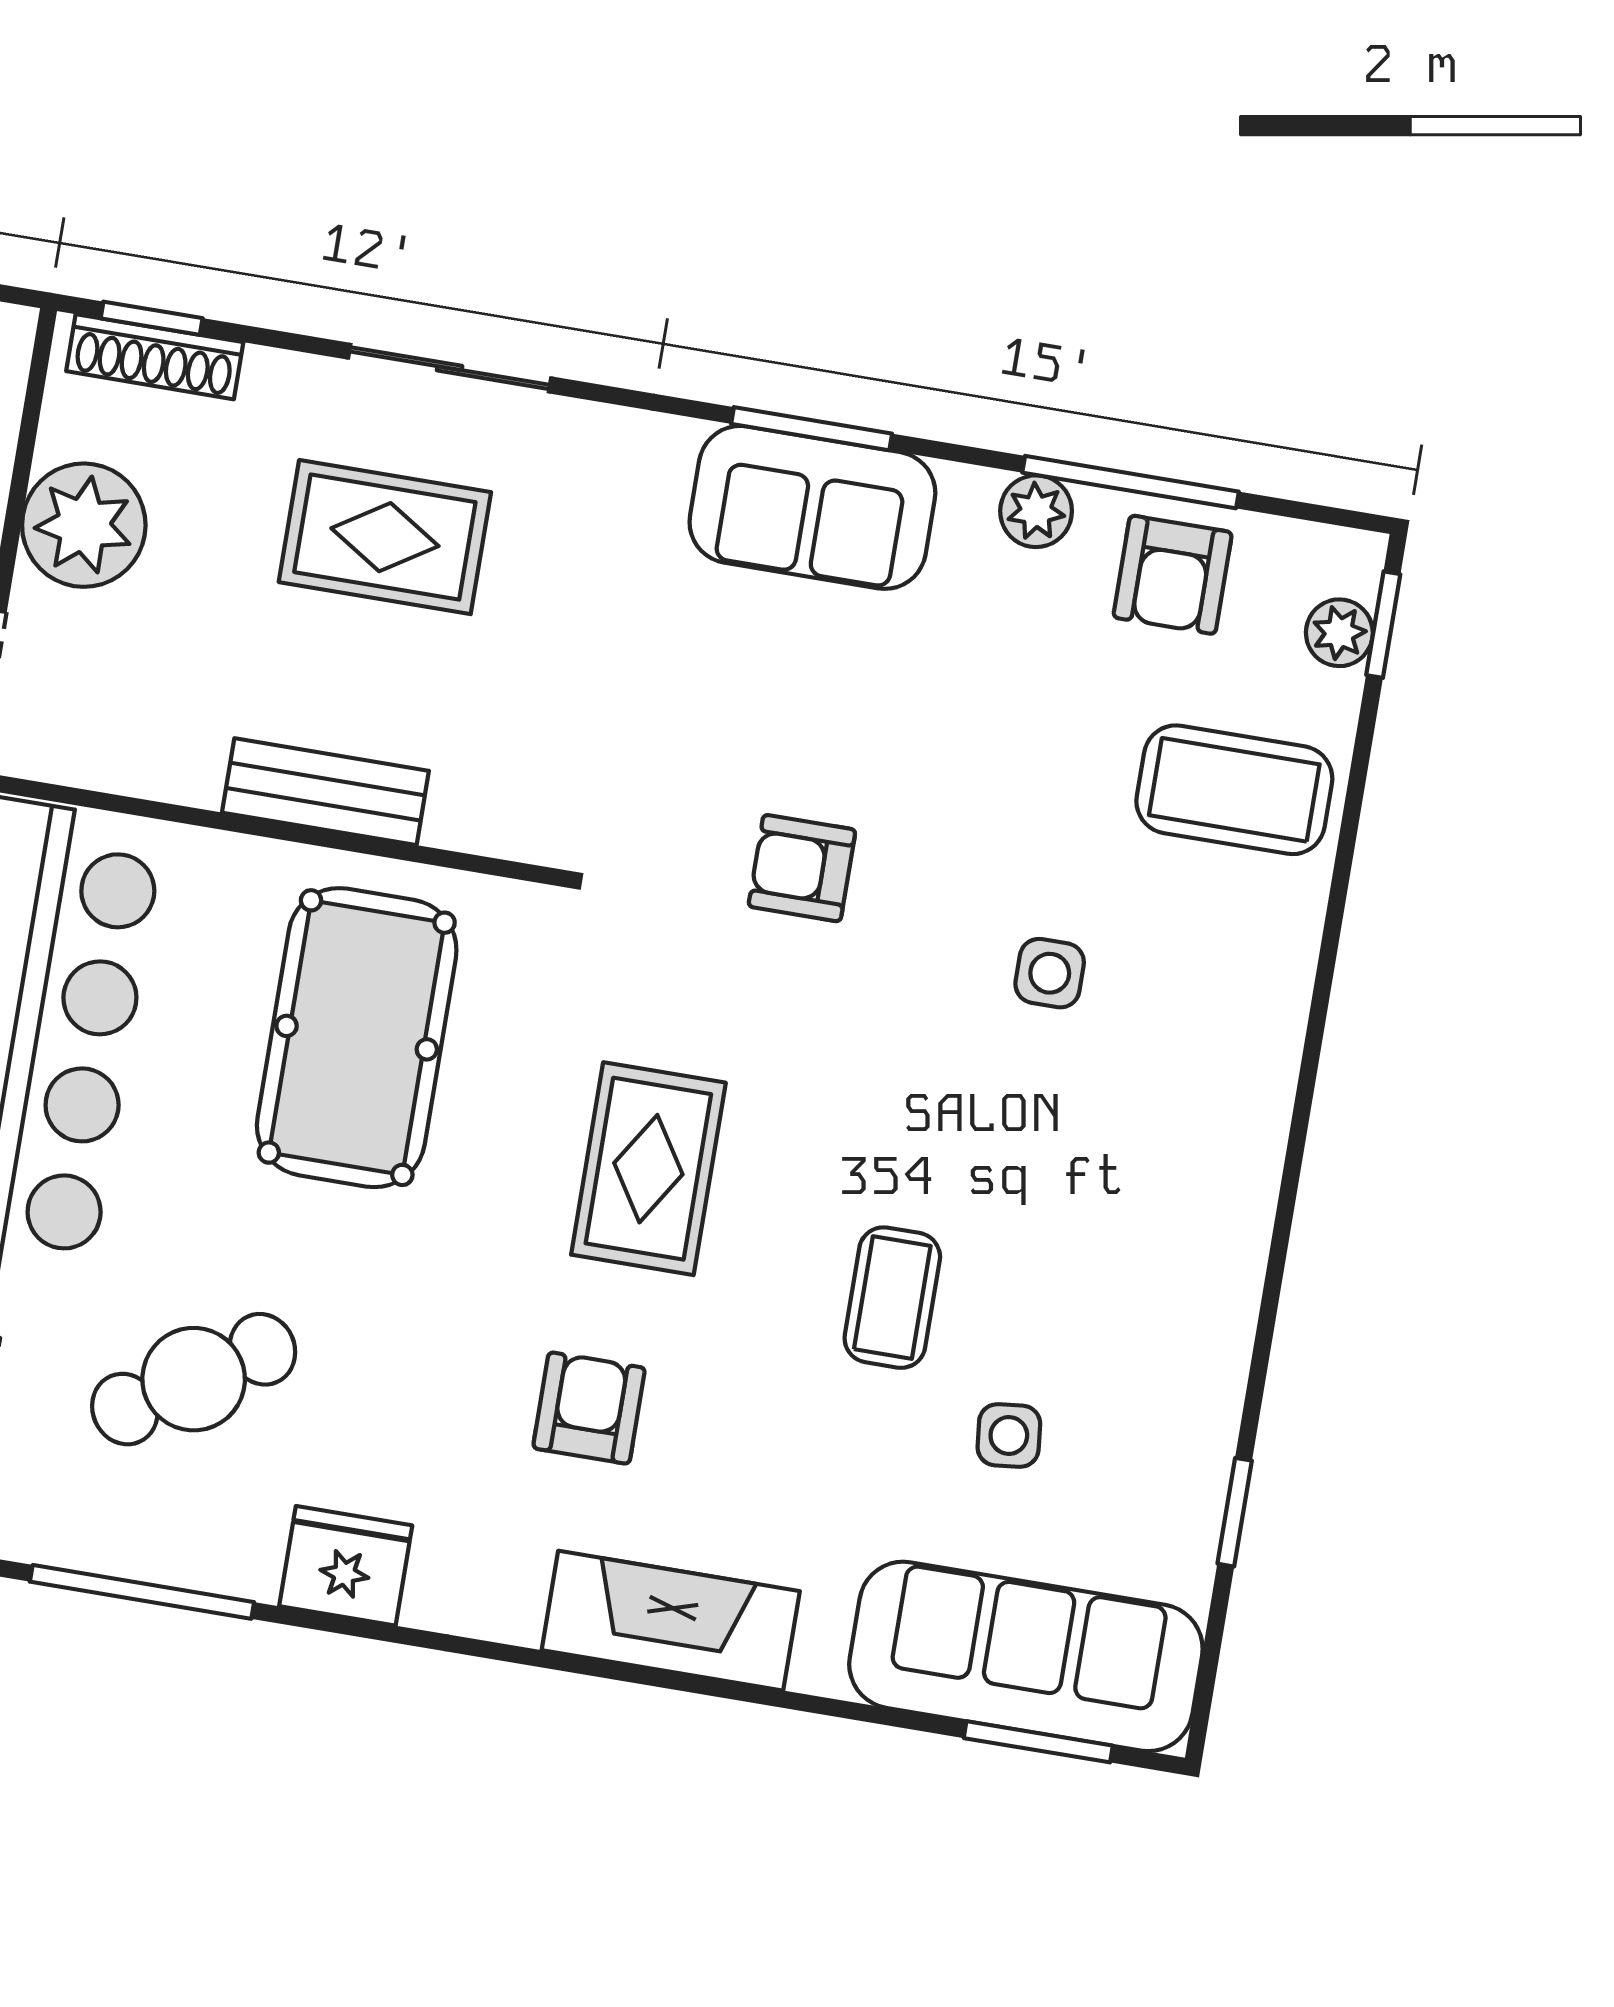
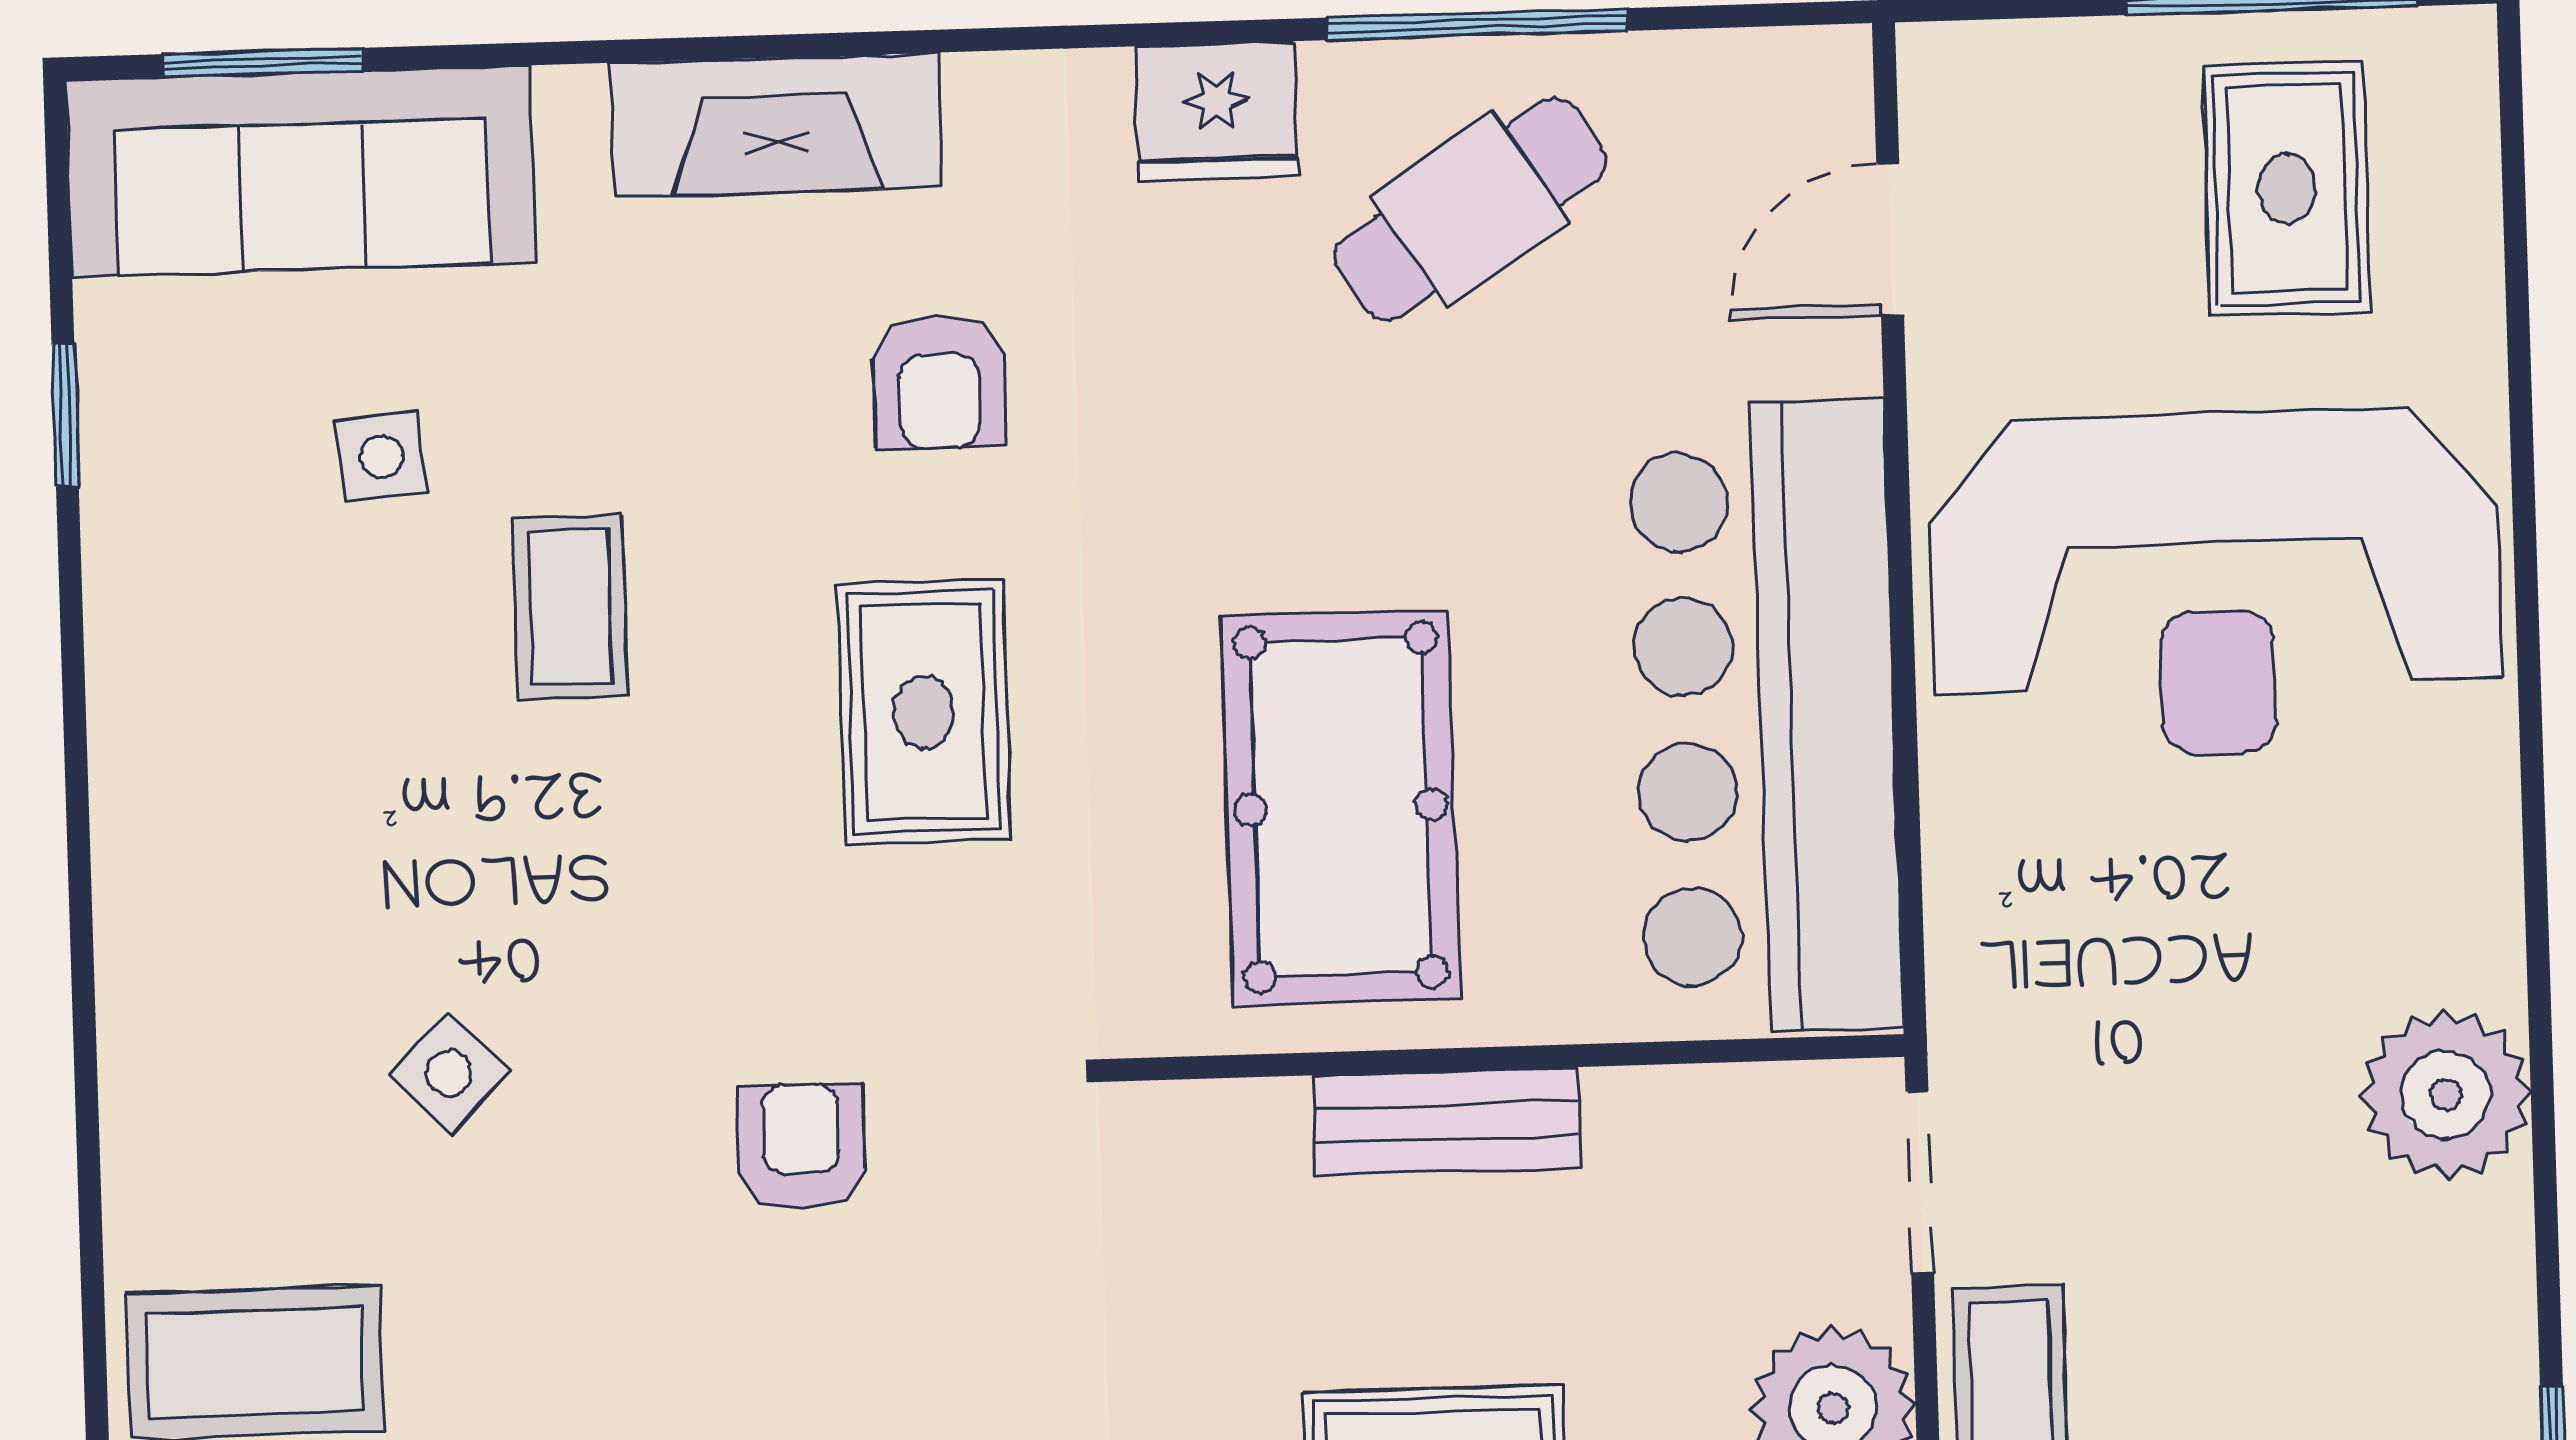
armchair: (802, 868) -> (801, 1146), turned -90
side table: (1050, 973) -> (449, 1073), turned 45
cafe table: (194, 1379) -> (1470, 209), moved

